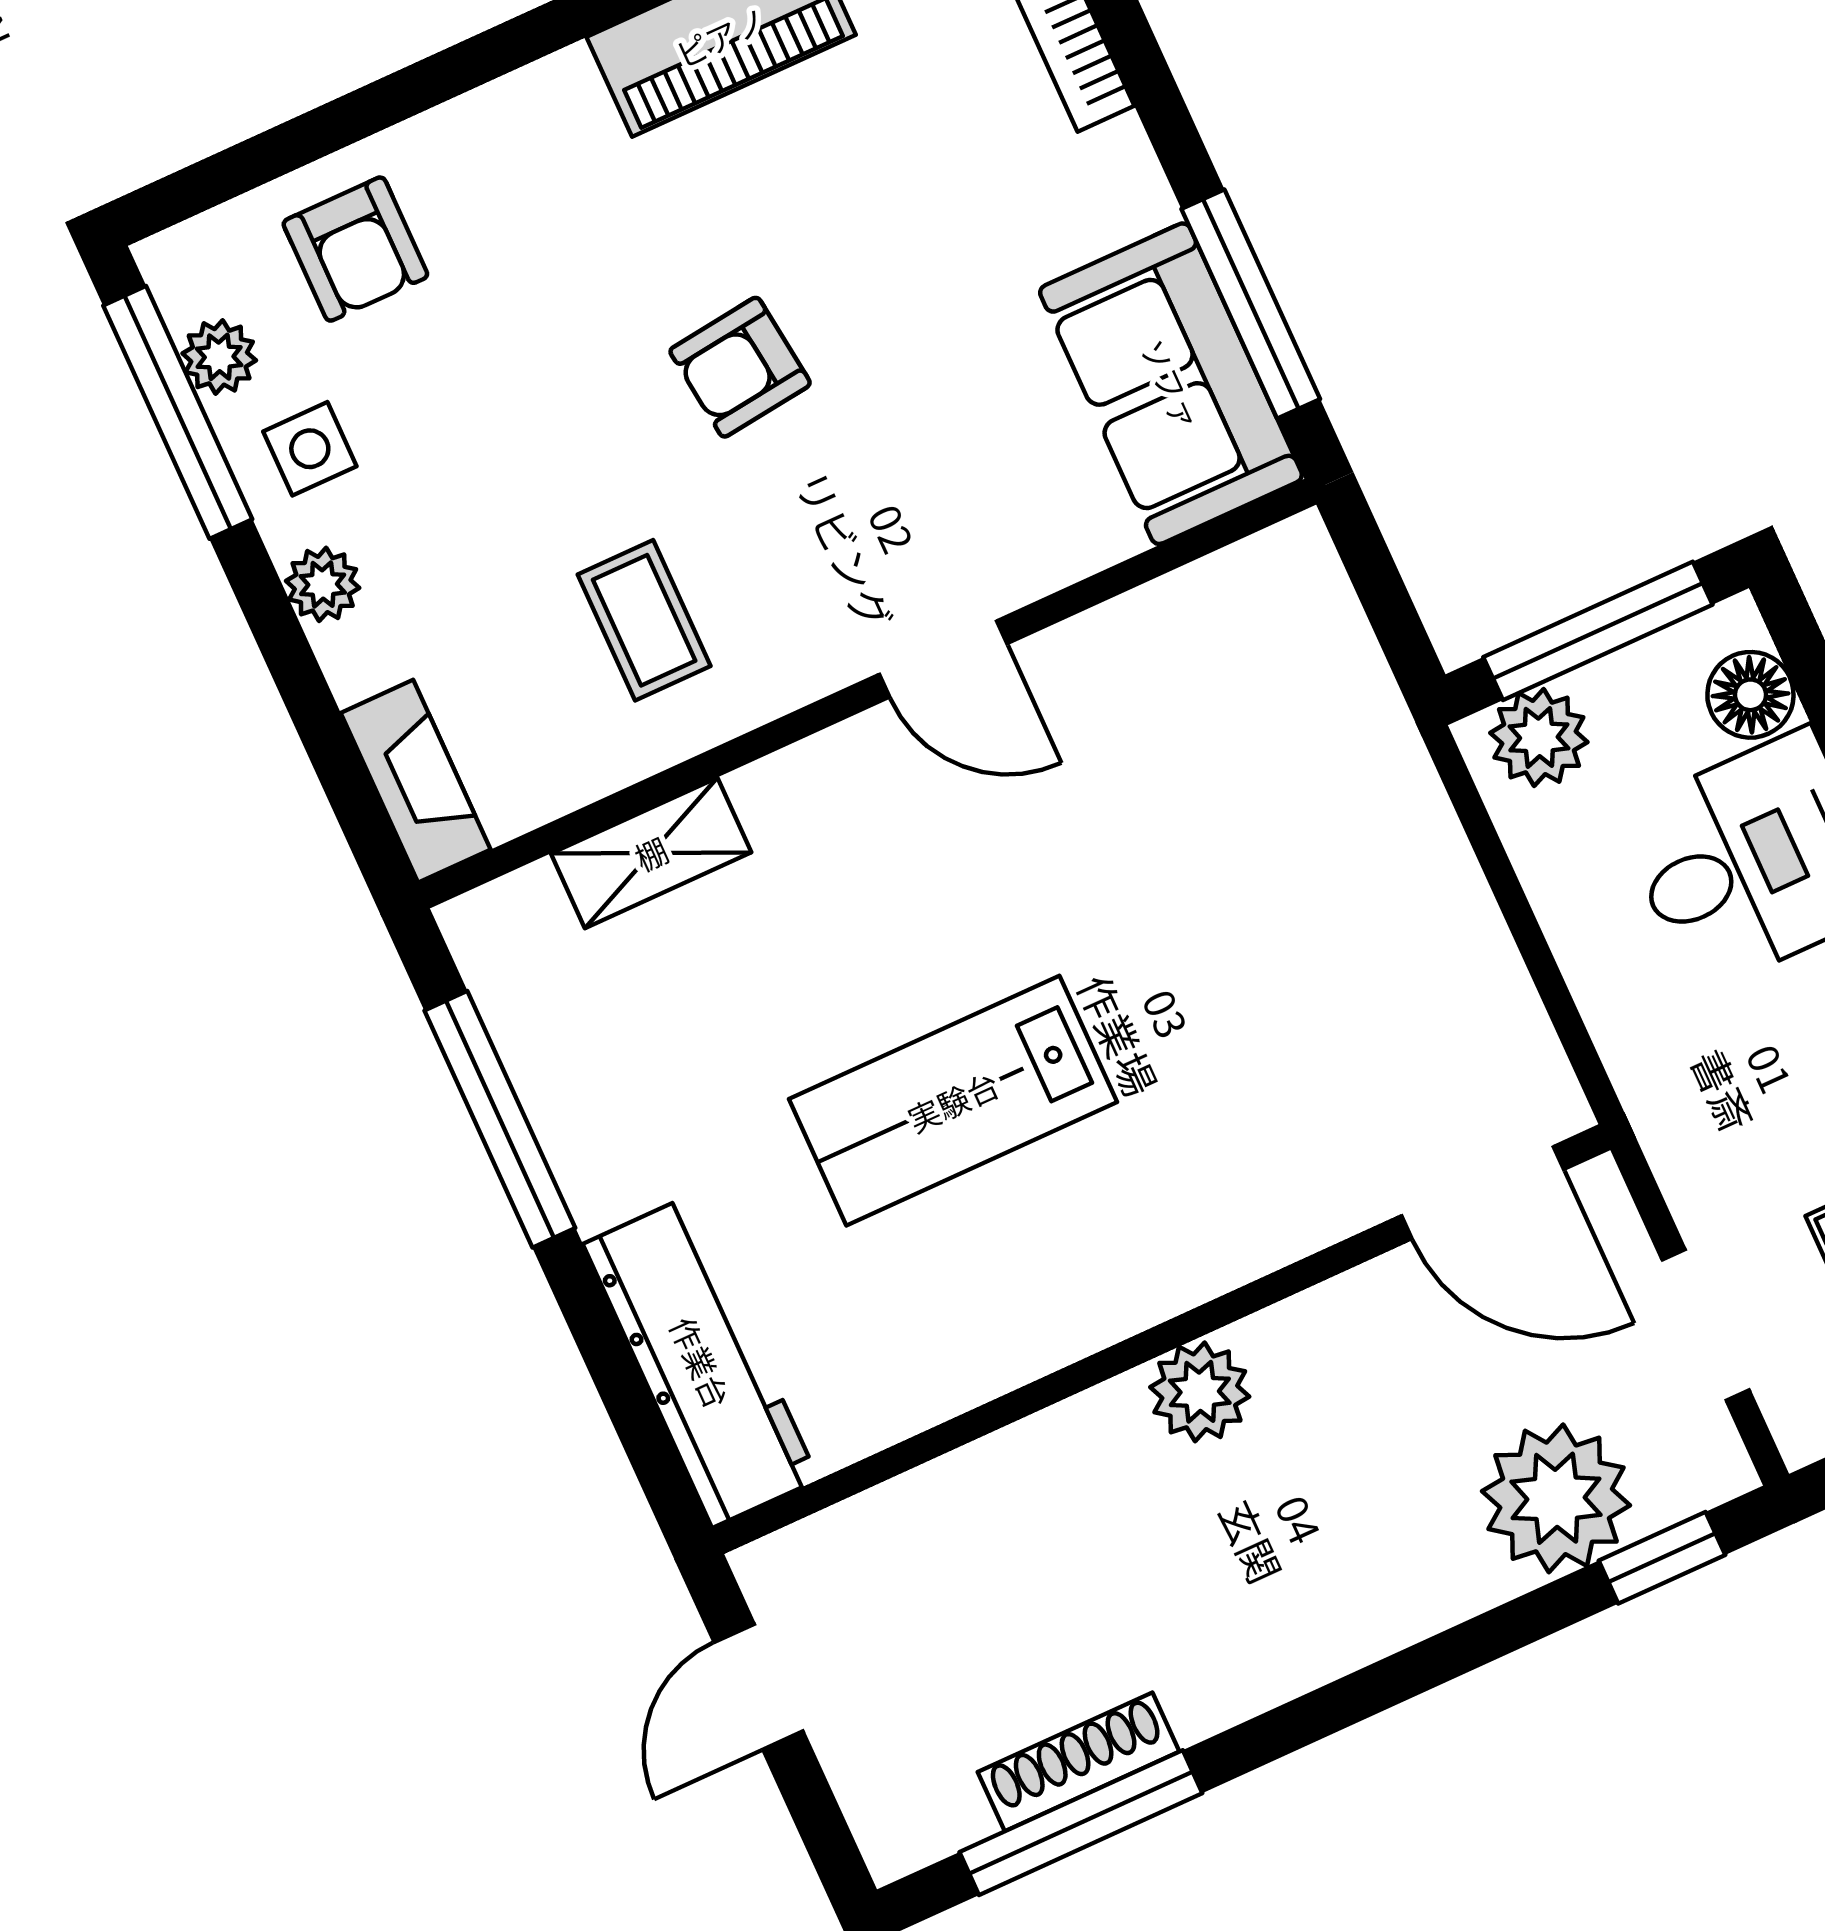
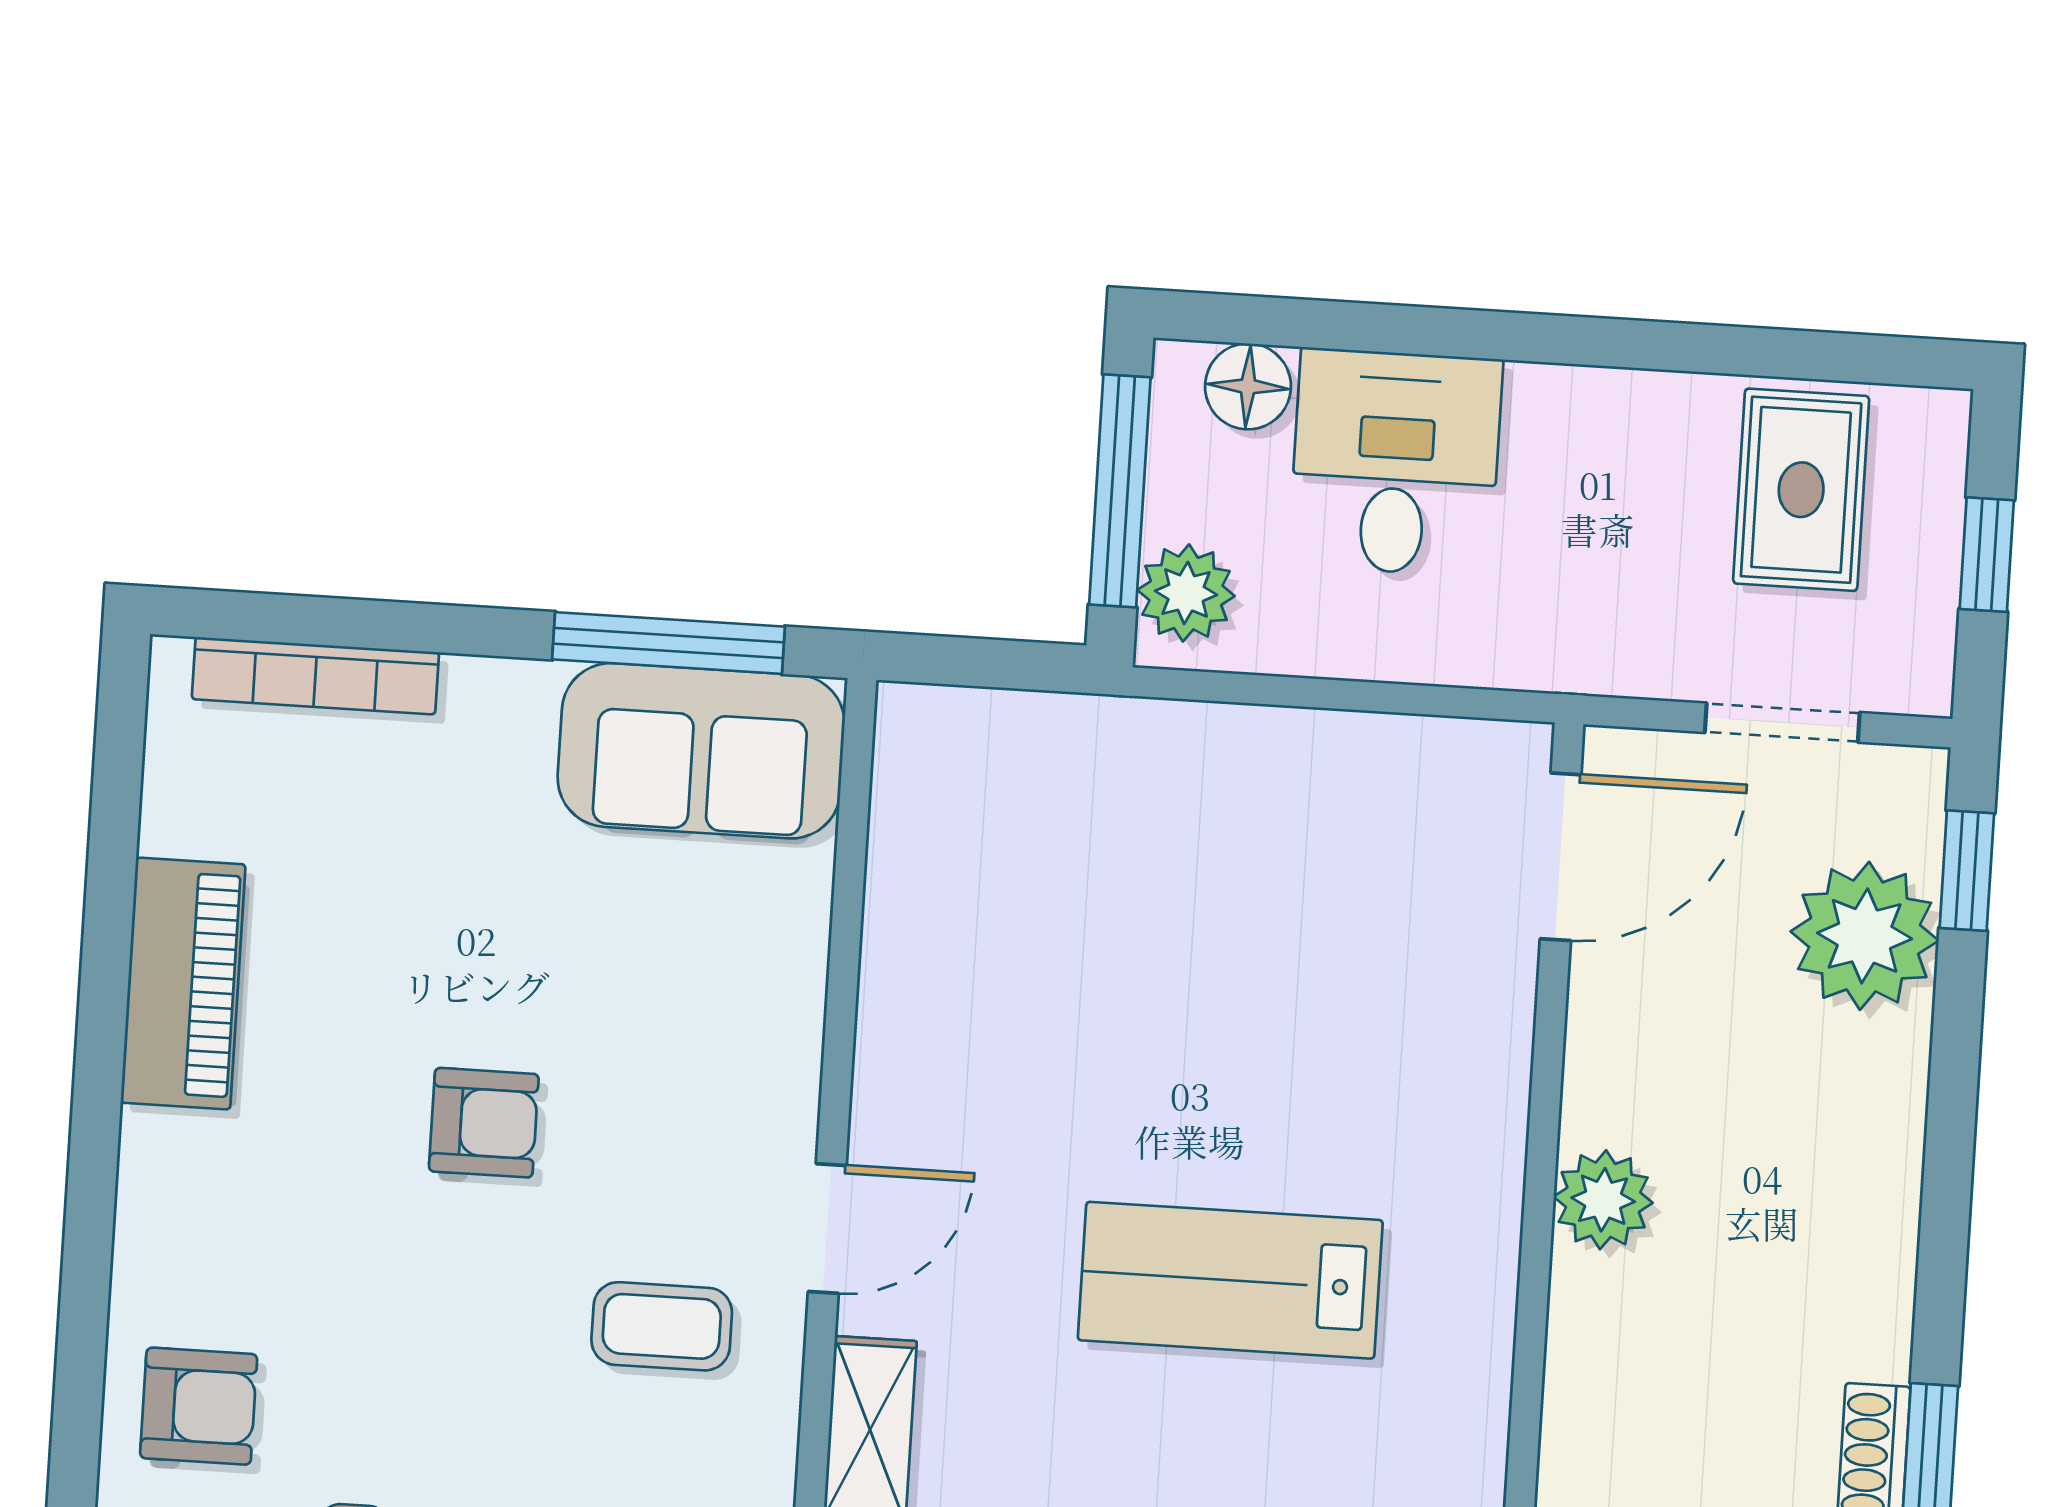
armchair: (740, 367) -> (484, 1123), turned -83
door: (943, 659) -> (827, 1229), moved
lab bench: (953, 1101) -> (1230, 1280), turned 90

